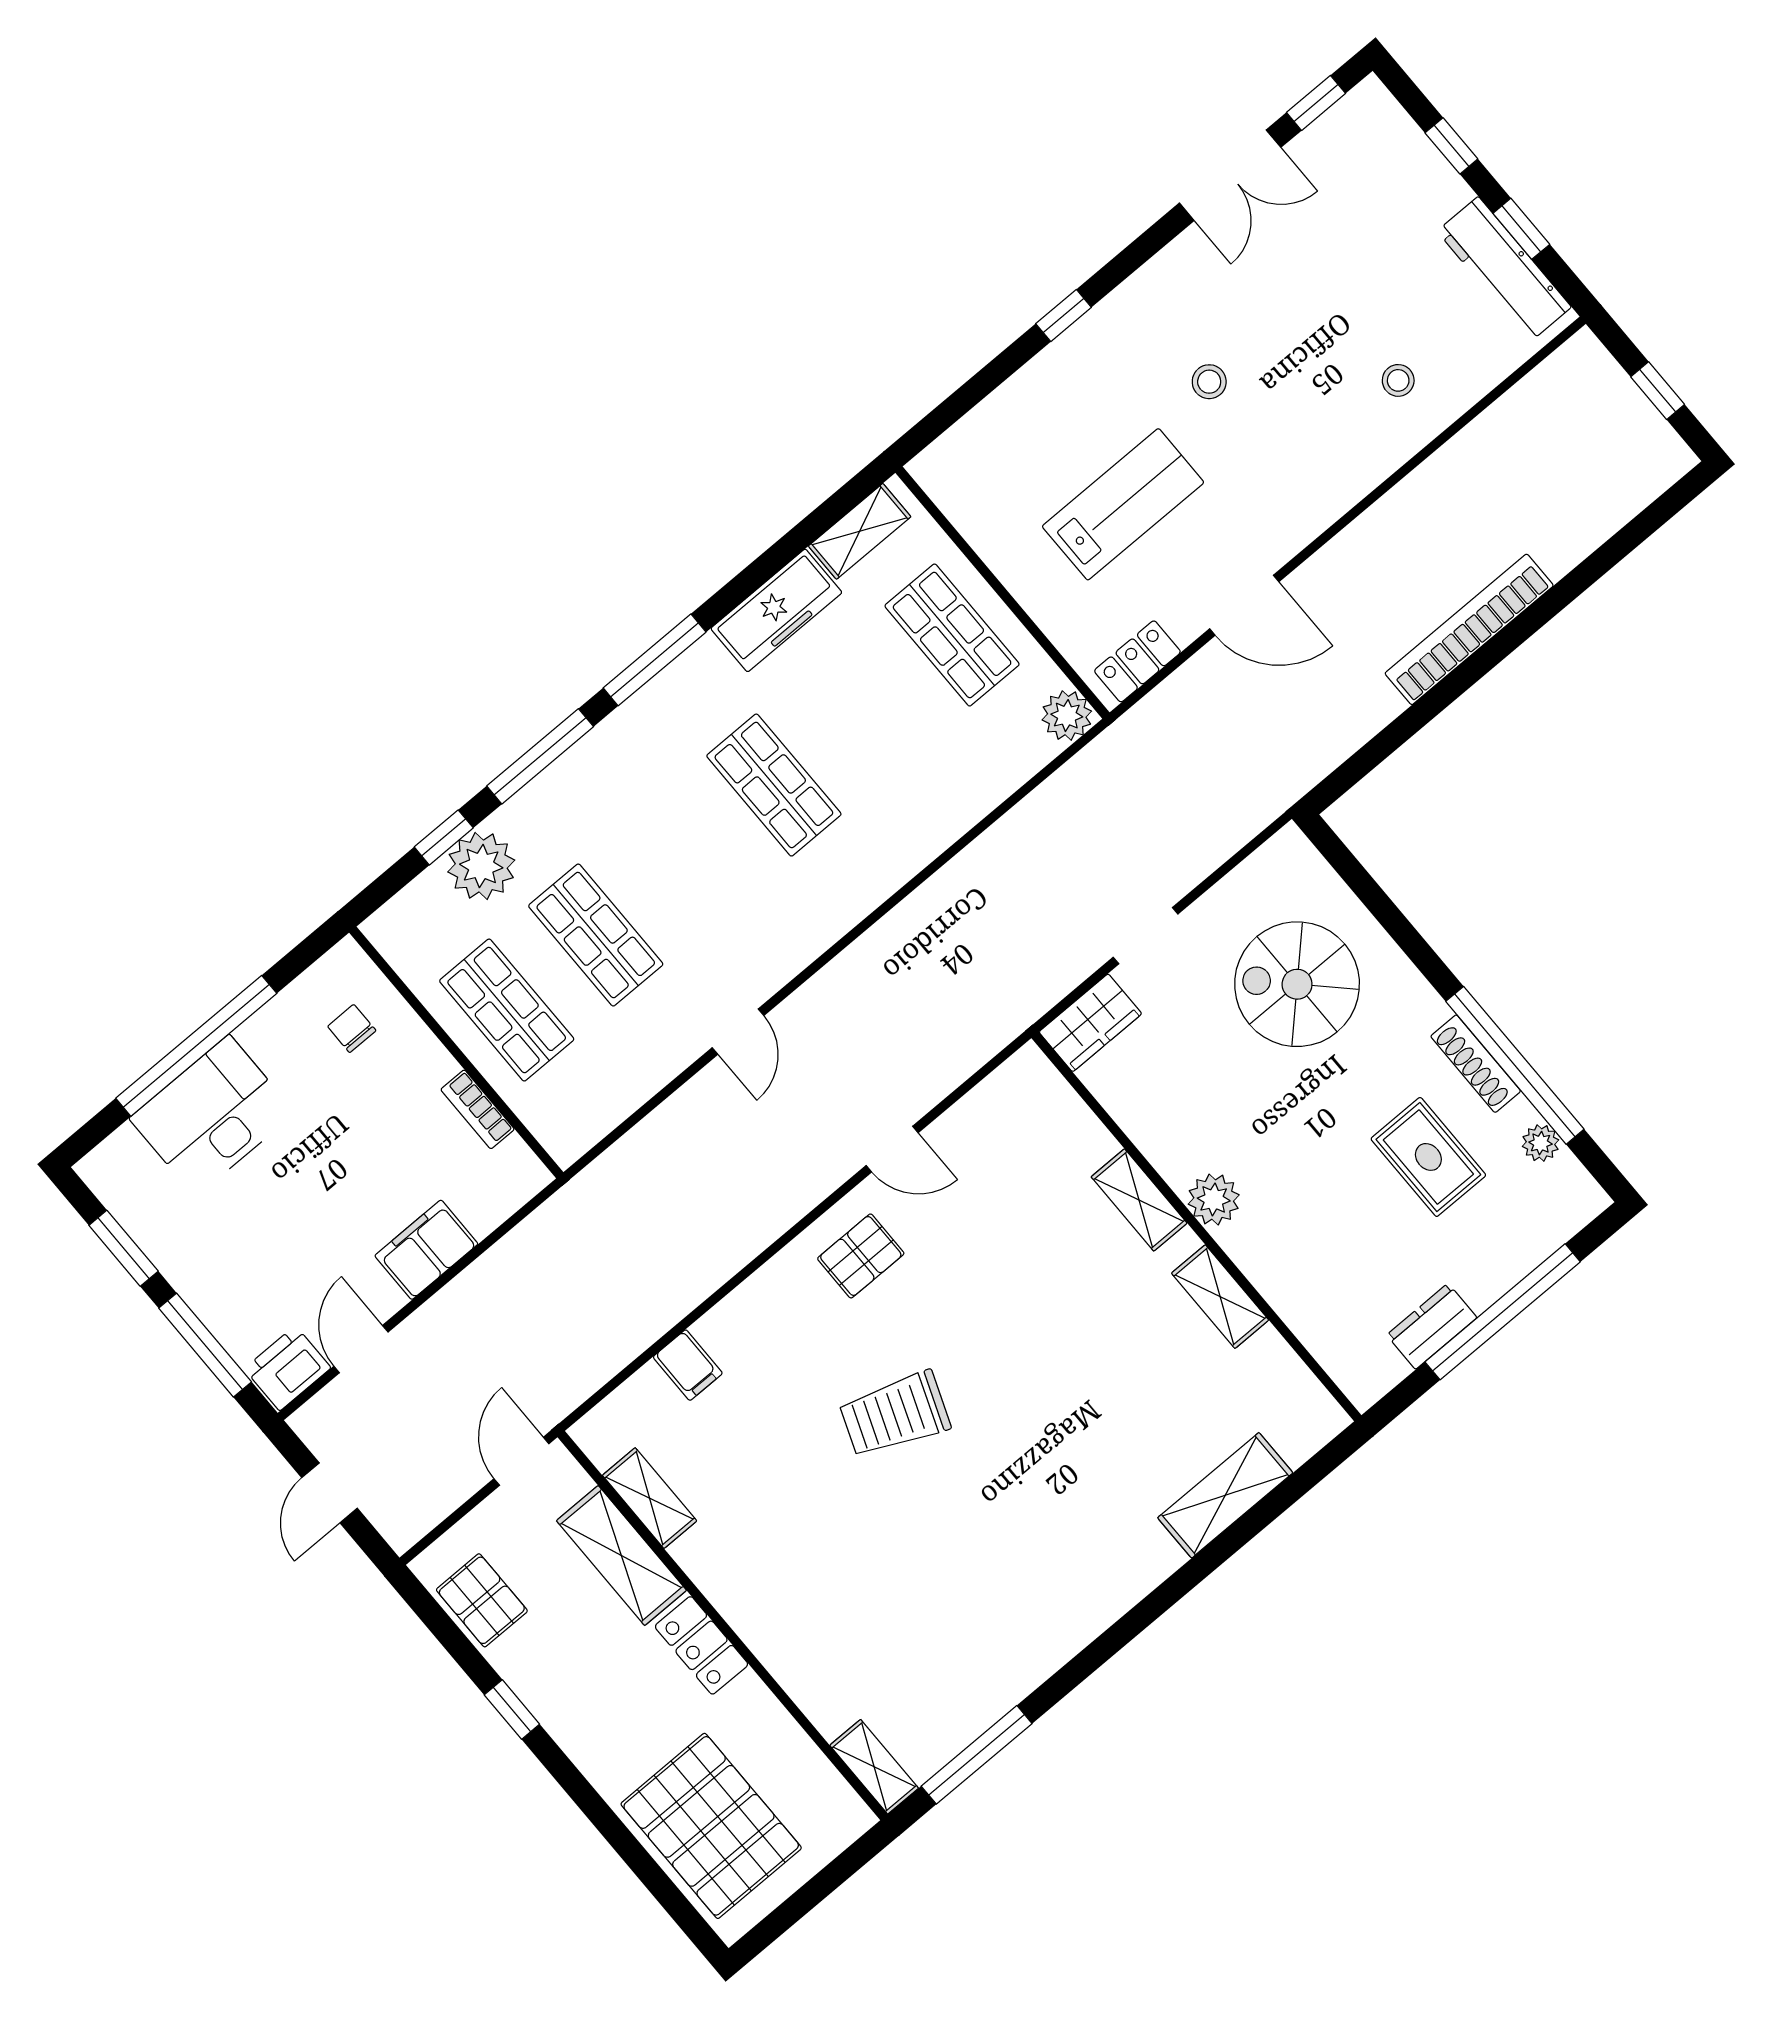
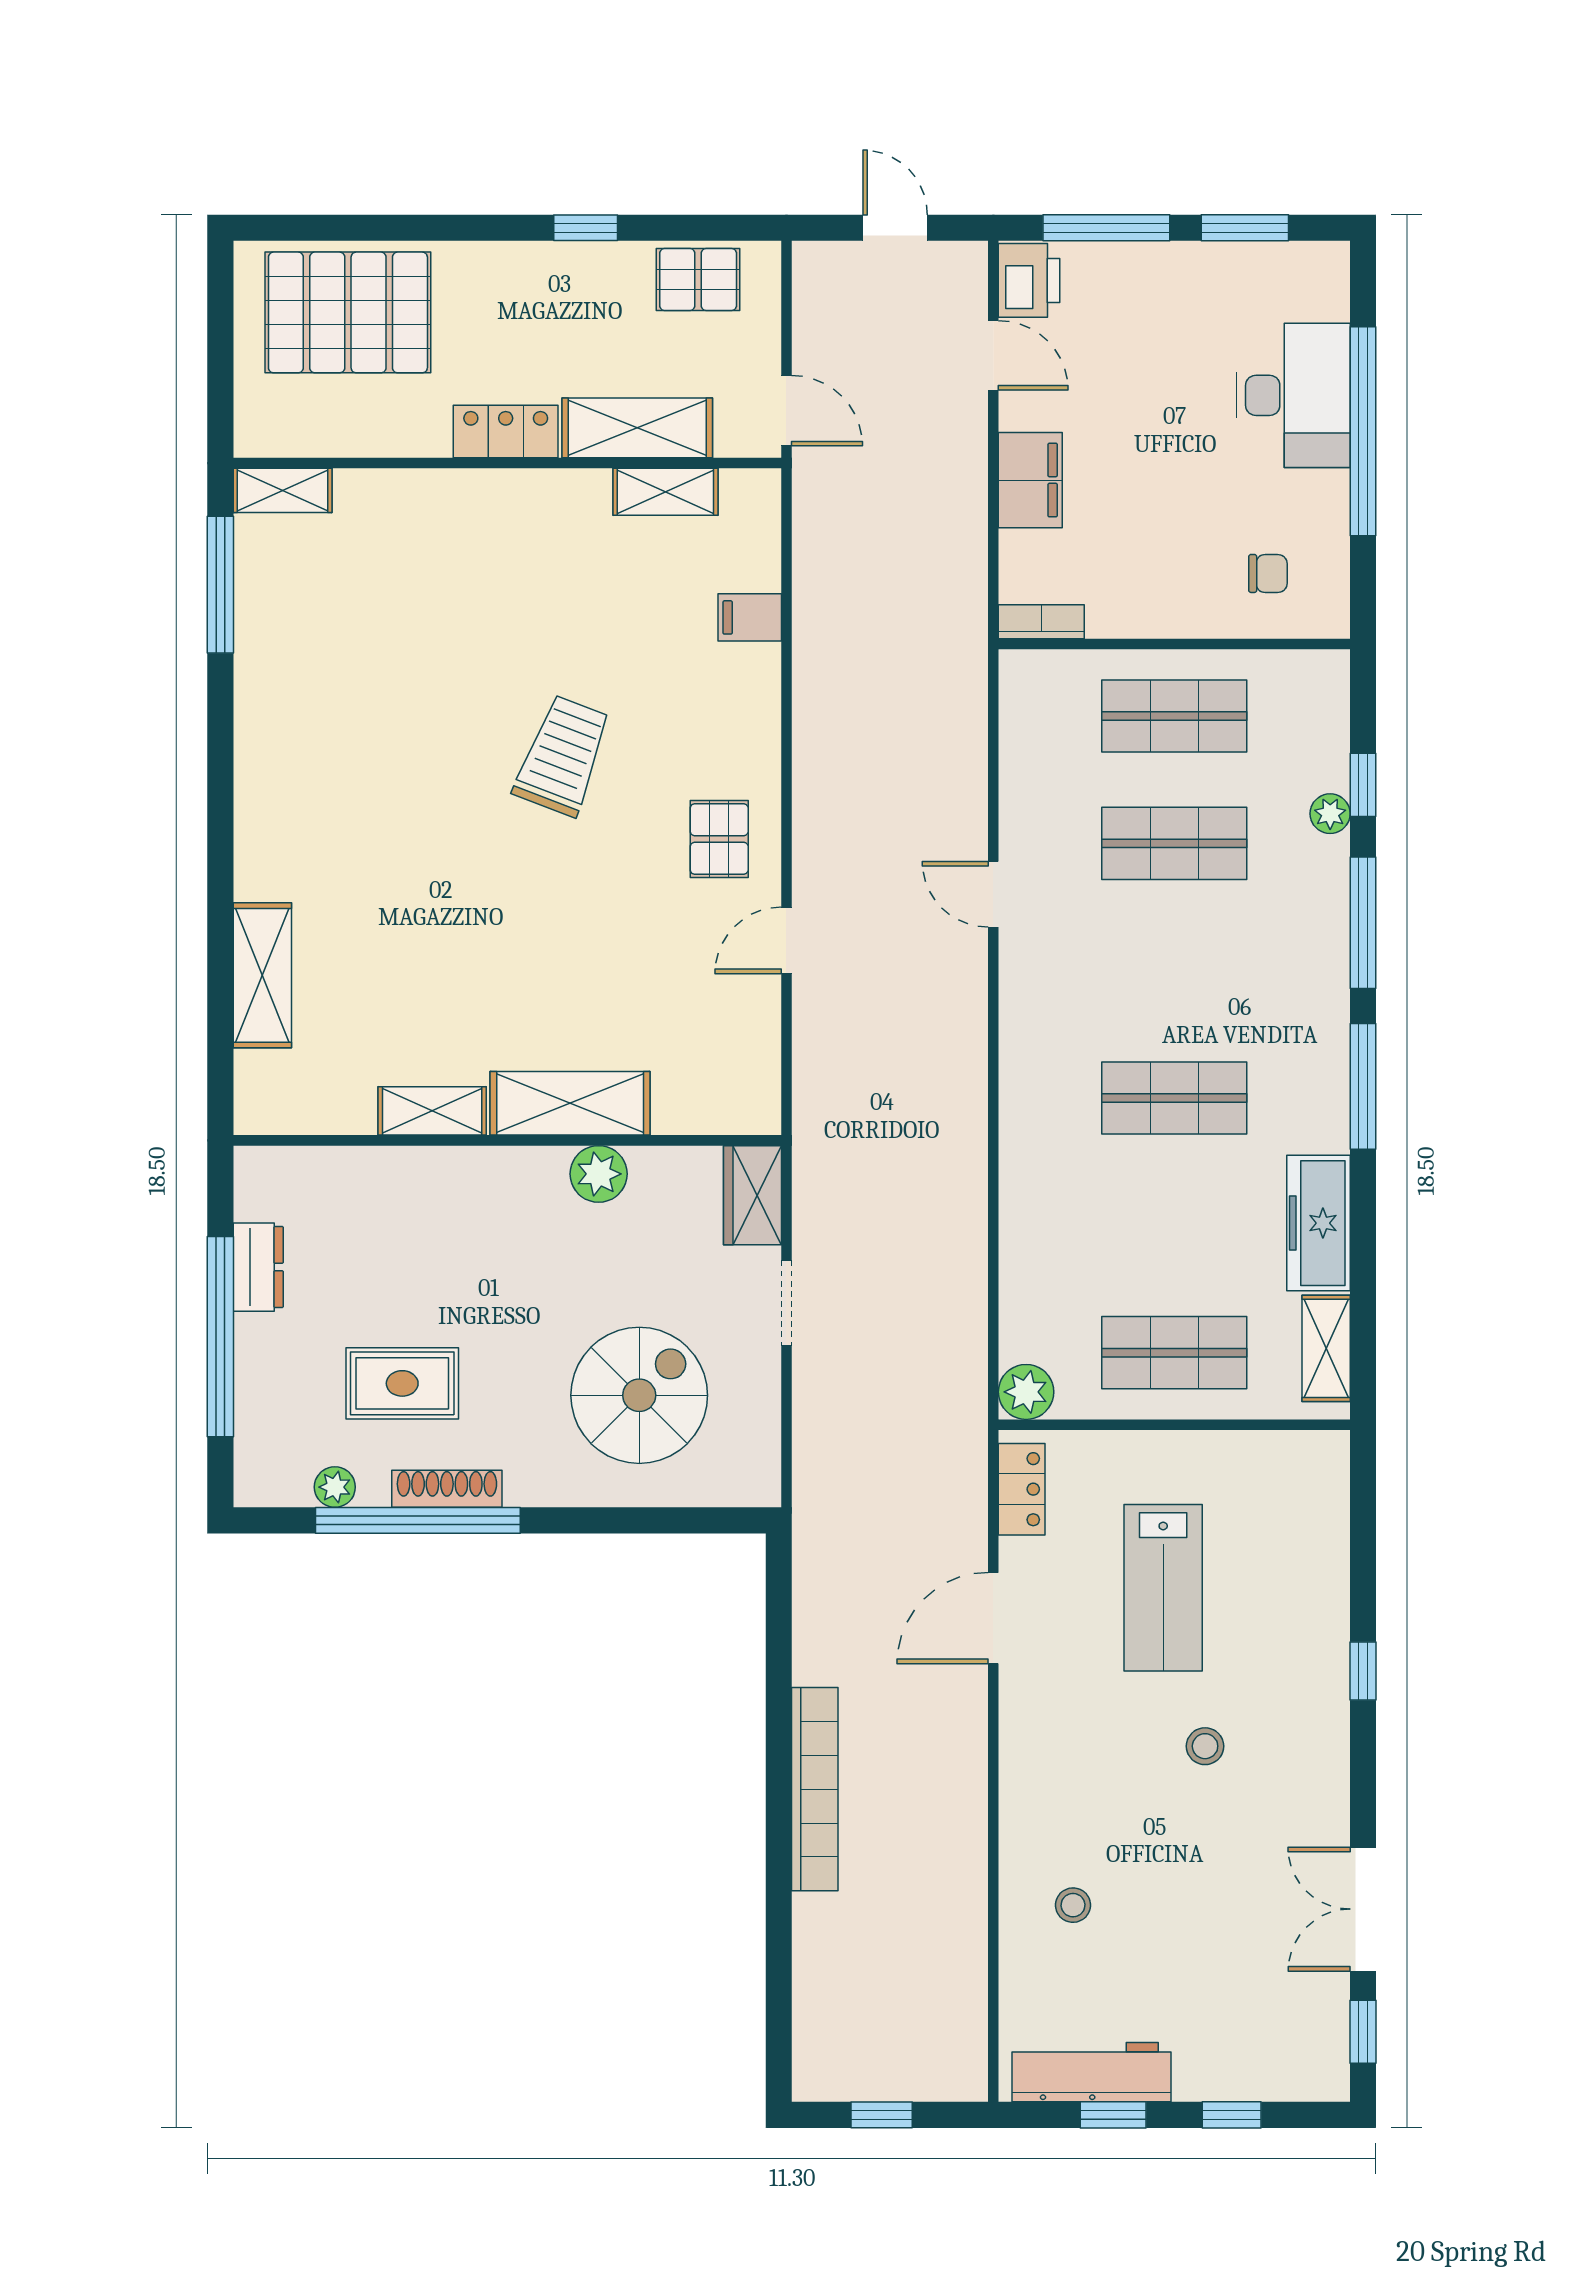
plant: (481, 866) -> (1330, 814), width x0.53, depth x0.53
bookcase: (478, 1109) -> (1041, 622), moved
plant: (1214, 1199) -> (599, 1174), moved
shelving: (1139, 1200) -> (570, 1103), width x1.50, depth x1.33

